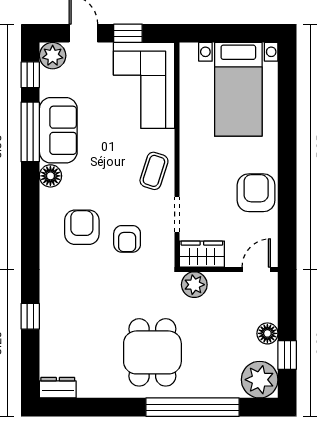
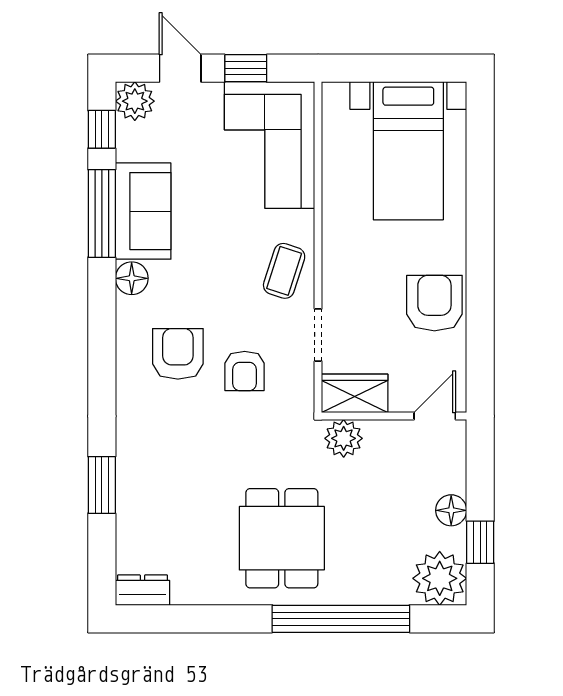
window: (30, 316) -> (102, 485), width x1.50

